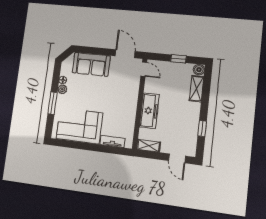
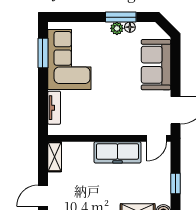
window: (53, 103) -> (121, 17), moved
freezer: (149, 111) -> (118, 152), moved
window: (72, 144) -> (43, 53), added

